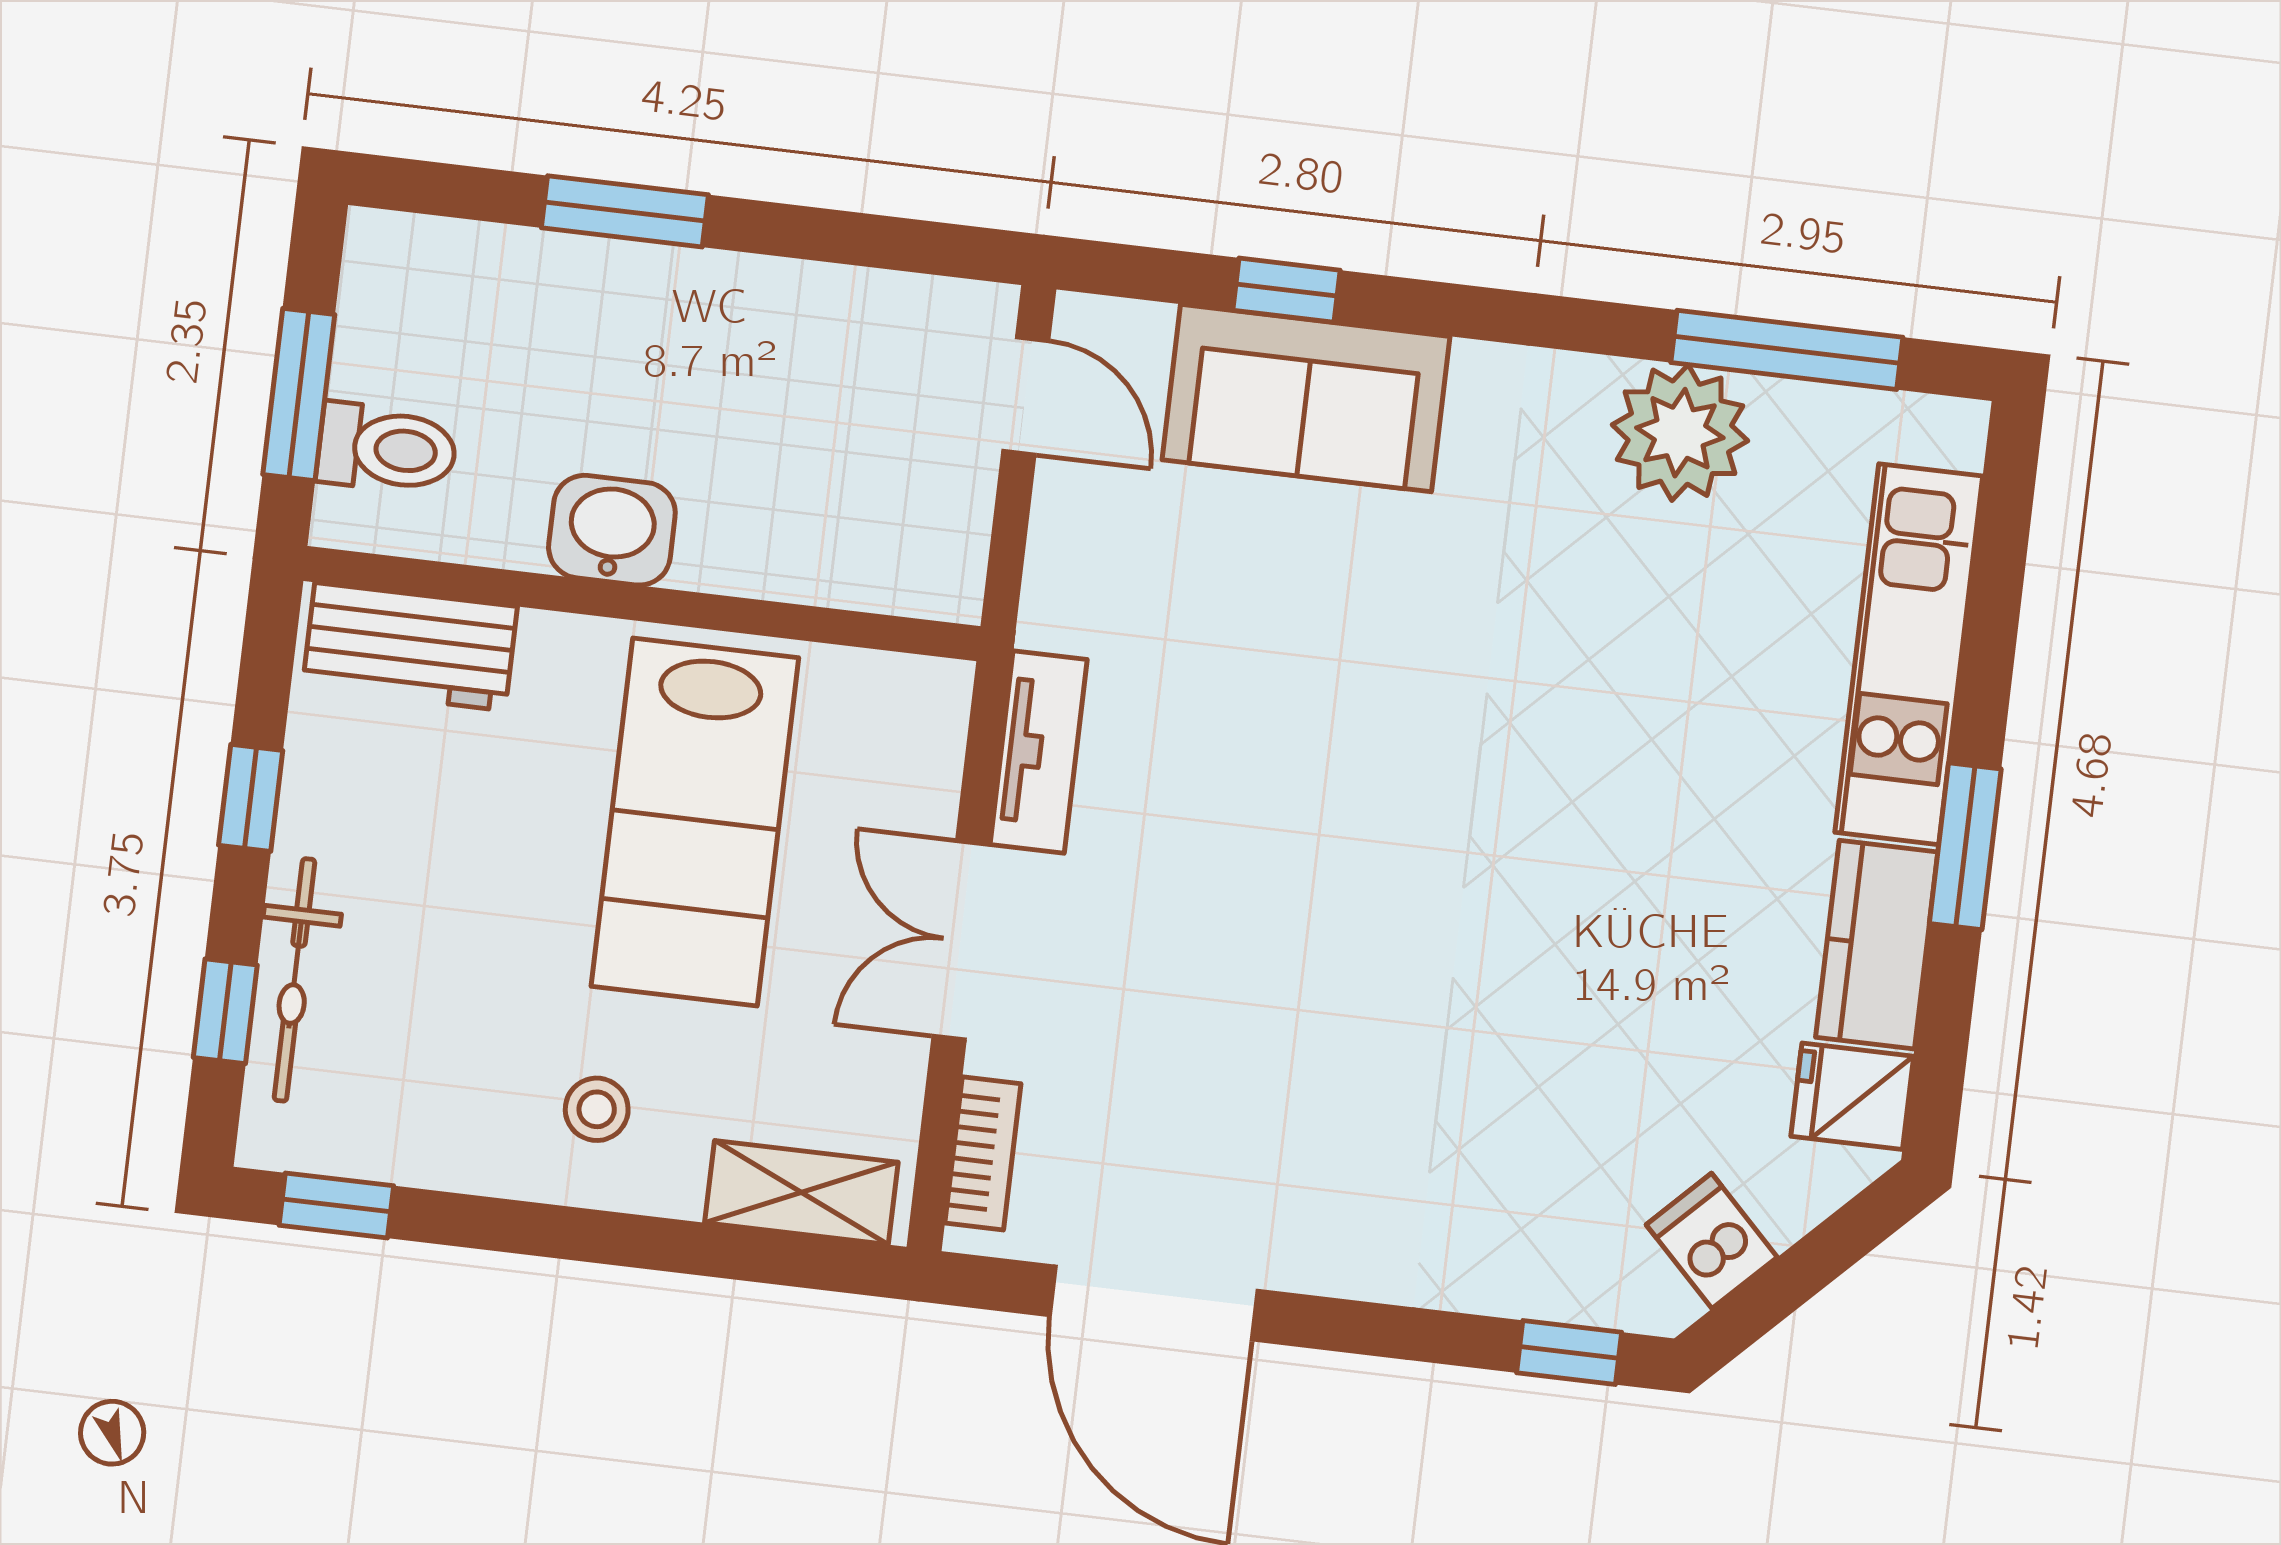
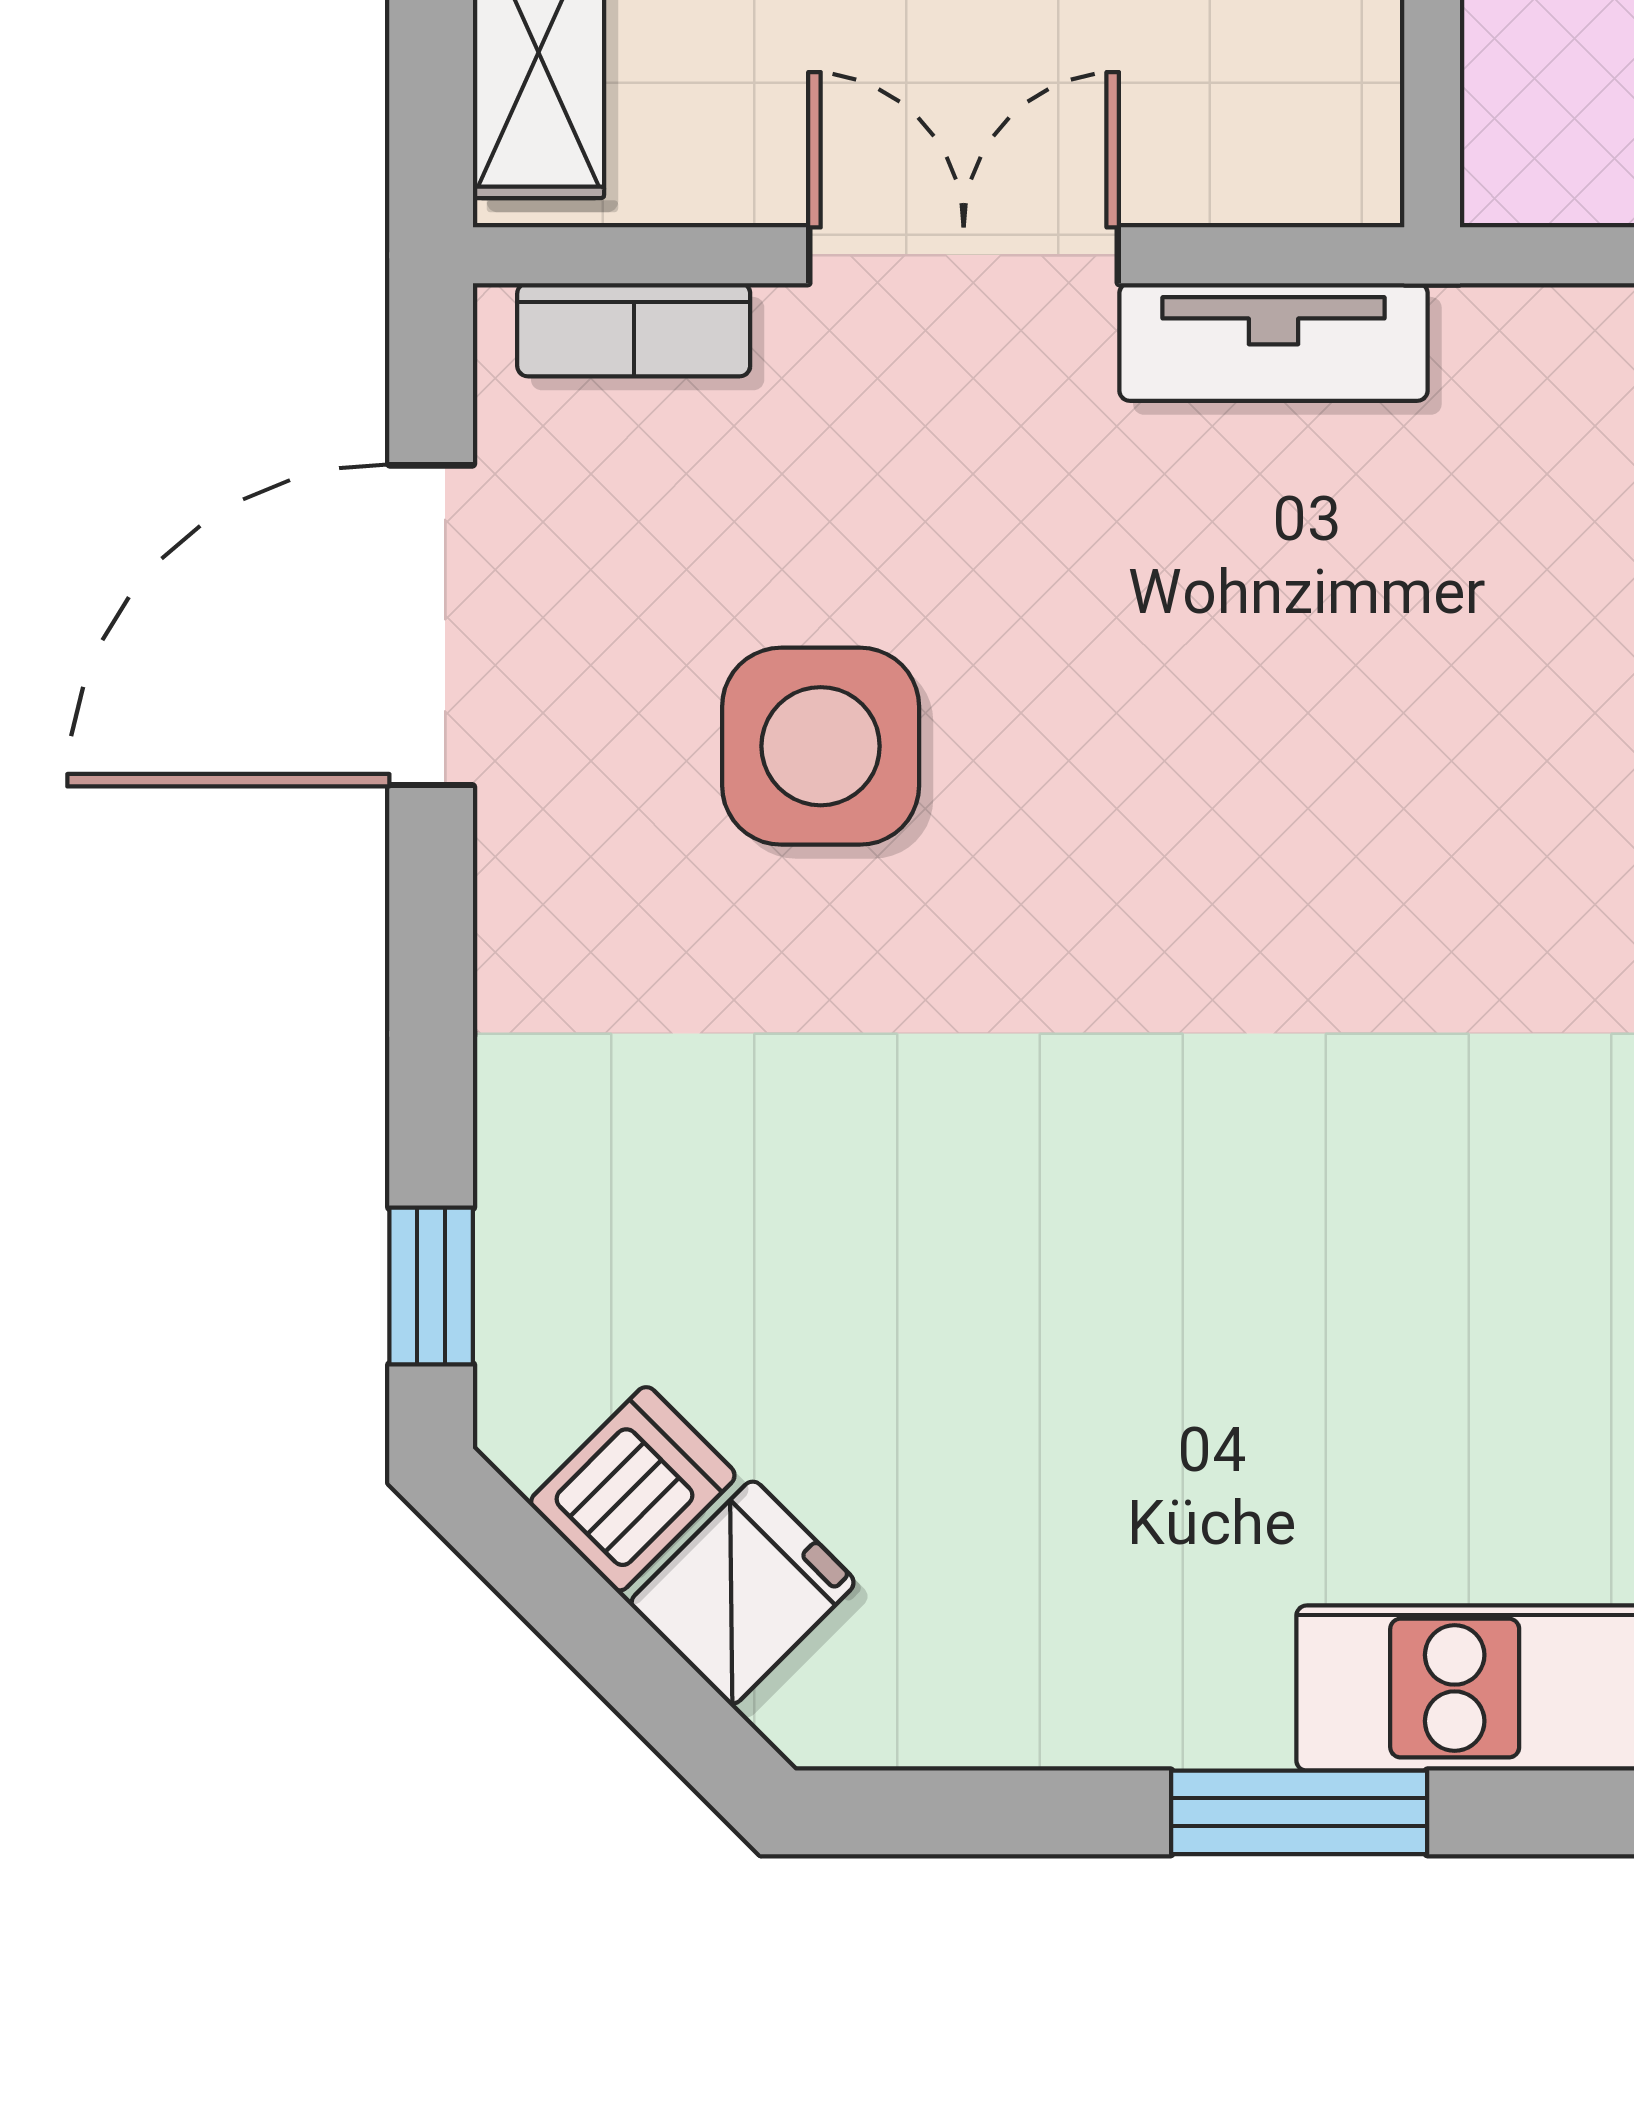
kitchen counter: (1877, 945) -> (1128, 1692), removed
side table: (1259, 1067) -> (821, 746), added
fridge: (1852, 1096) -> (743, 1593), moved, turned 45

